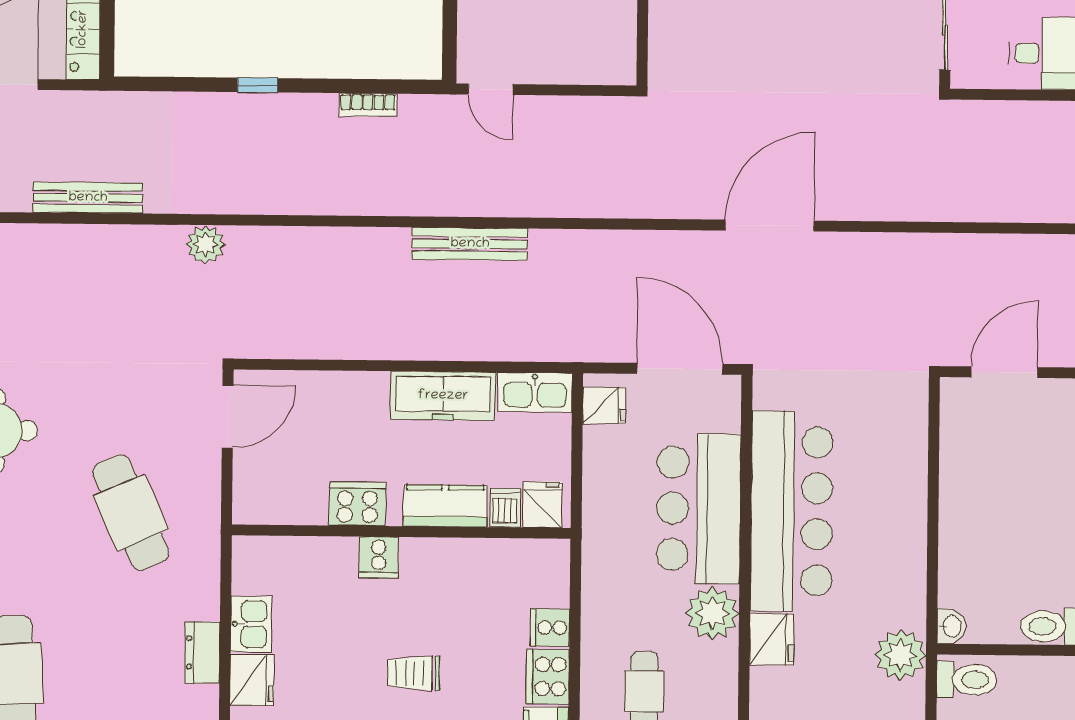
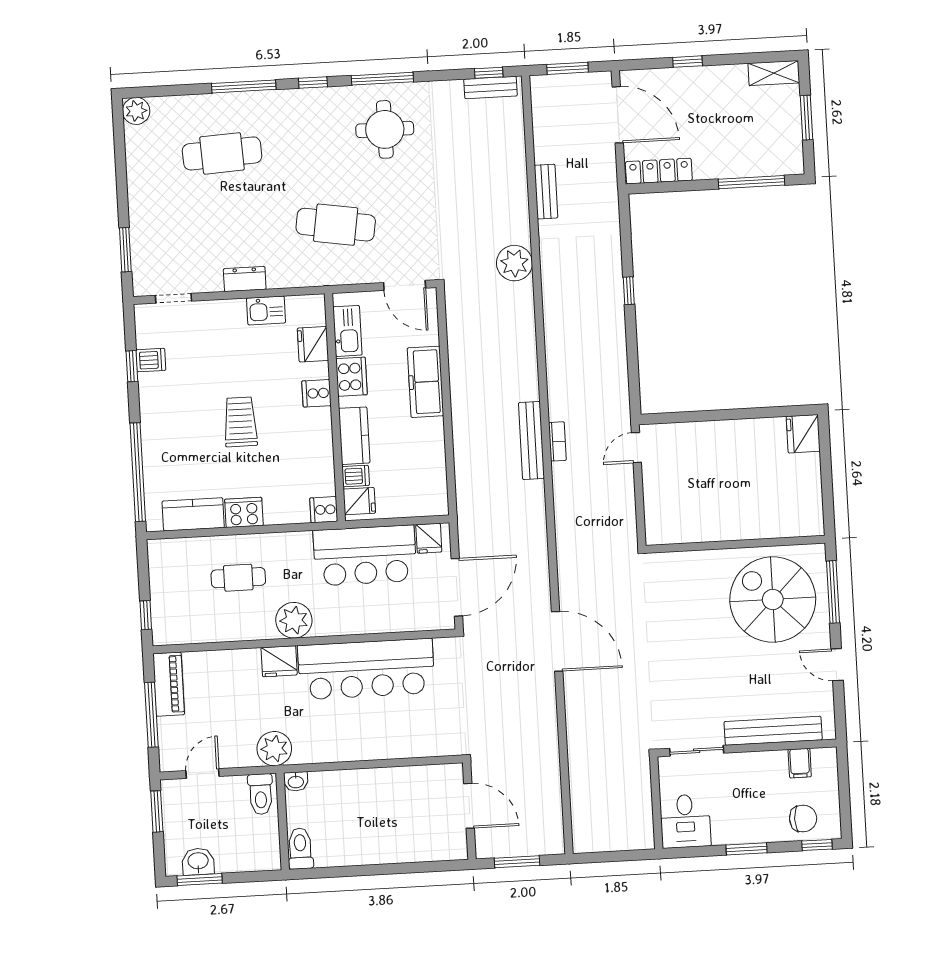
bookcase: (368, 105) -> (557, 441), moved, turned 180
bench: (88, 198) -> (546, 192), width x0.73
plant: (205, 245) -> (514, 263), width x1.36, depth x1.36
kitchen sink: (535, 392) -> (347, 331), moved, turned 180
freezer: (443, 396) -> (425, 382), moved
bar counter: (698, 508) -> (365, 555), moved, turned 180
cafe table: (131, 512) -> (336, 225), turned 33
cooker: (550, 628) -> (324, 510), moved, turned -90
trolley: (413, 673) -> (240, 422), width x1.36, depth x1.39
fridge: (252, 680) -> (313, 344), moved, turned 90

